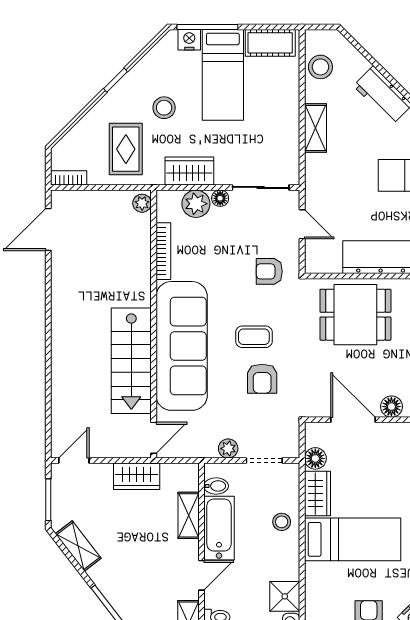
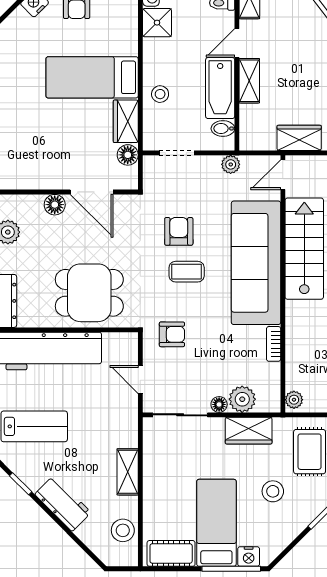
bookcase: (163, 251) -> (274, 344), width x0.64
plant: (228, 449) -> (231, 164), moved
shelving: (189, 515) -> (249, 81), moved

